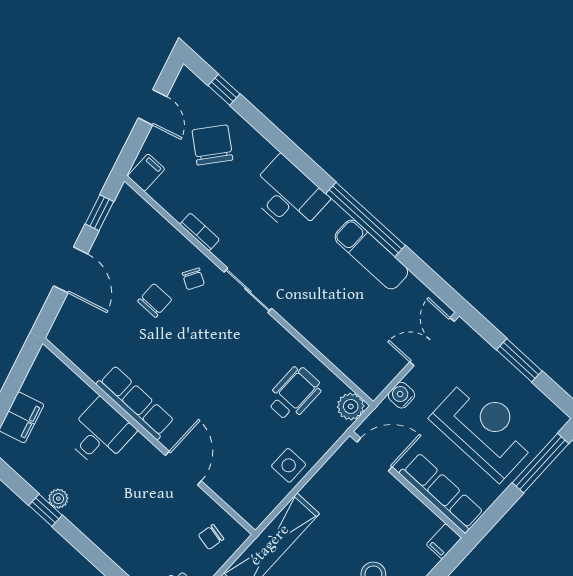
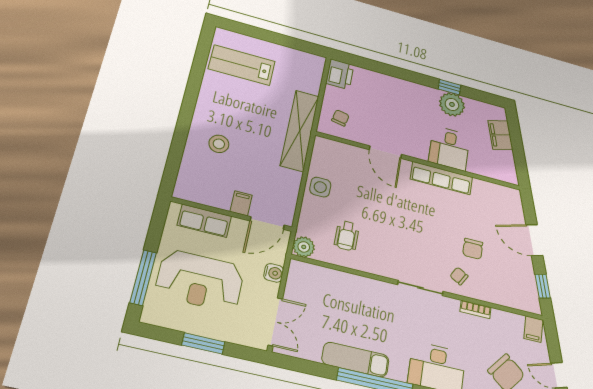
wheelchair: (294, 394) -> (347, 236), width x0.73, depth x0.73
row of seats: (441, 493) -> (204, 221), width x0.68
plant: (58, 499) -> (452, 104), width x1.88, depth x1.88
filing cabinet: (444, 541) -> (241, 203), moved

